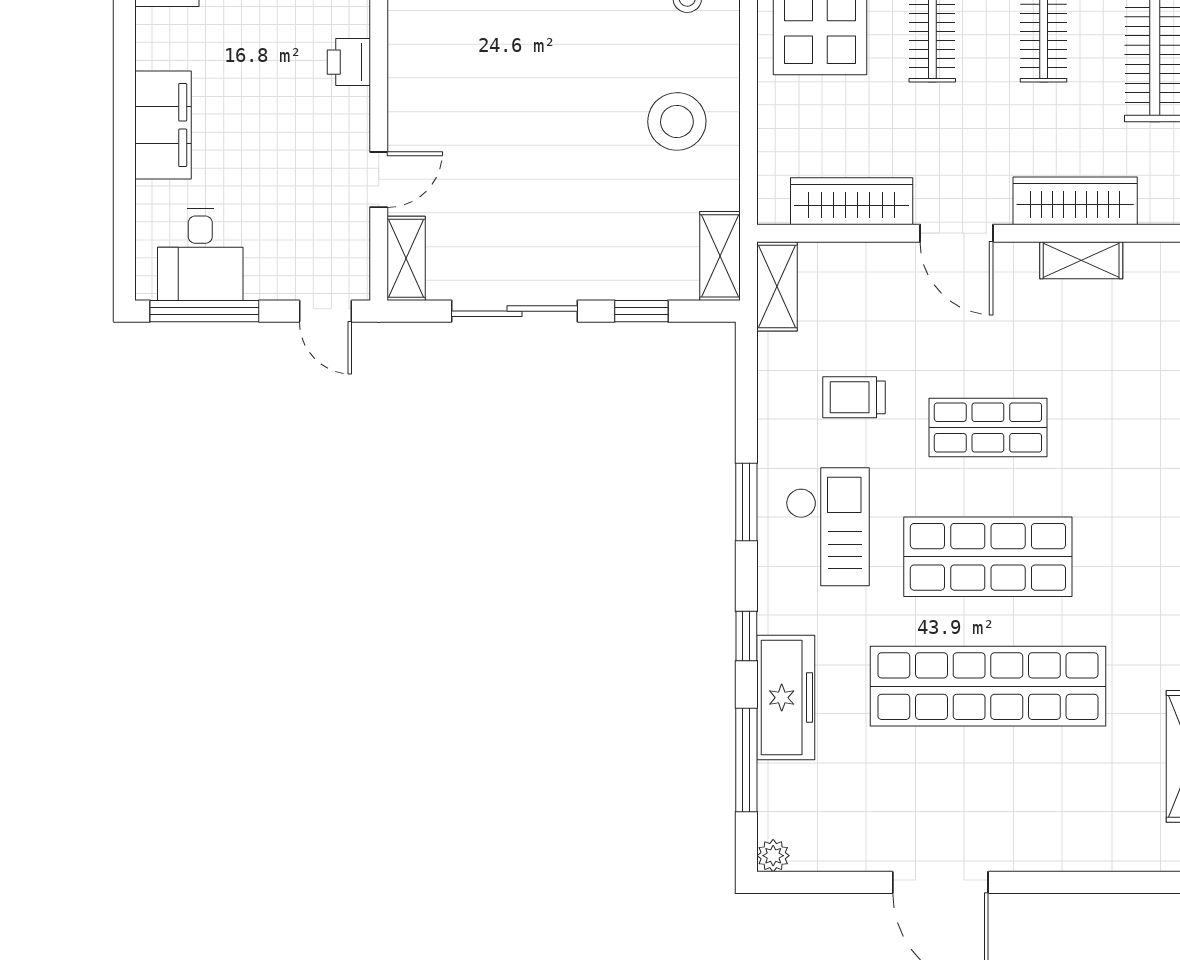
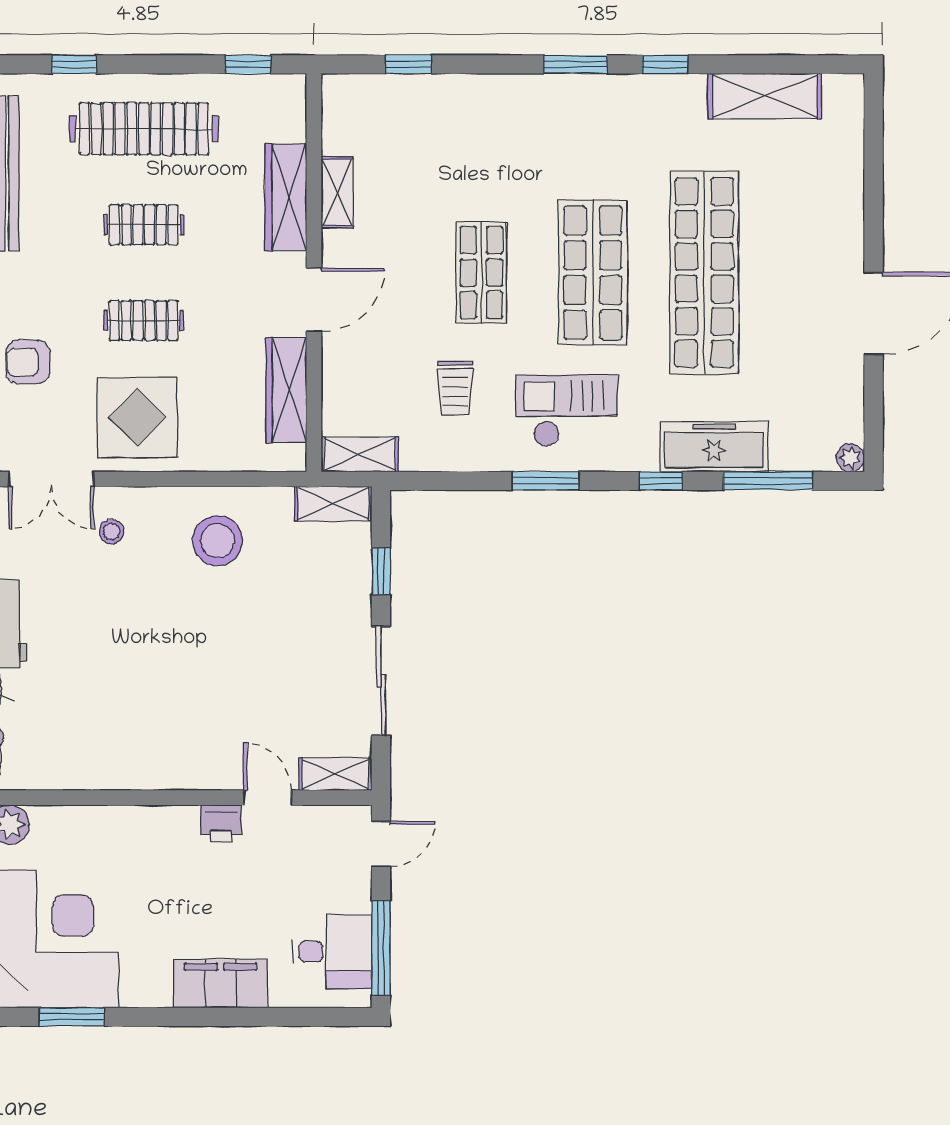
printer: (349, 62) -> (221, 823), moved

